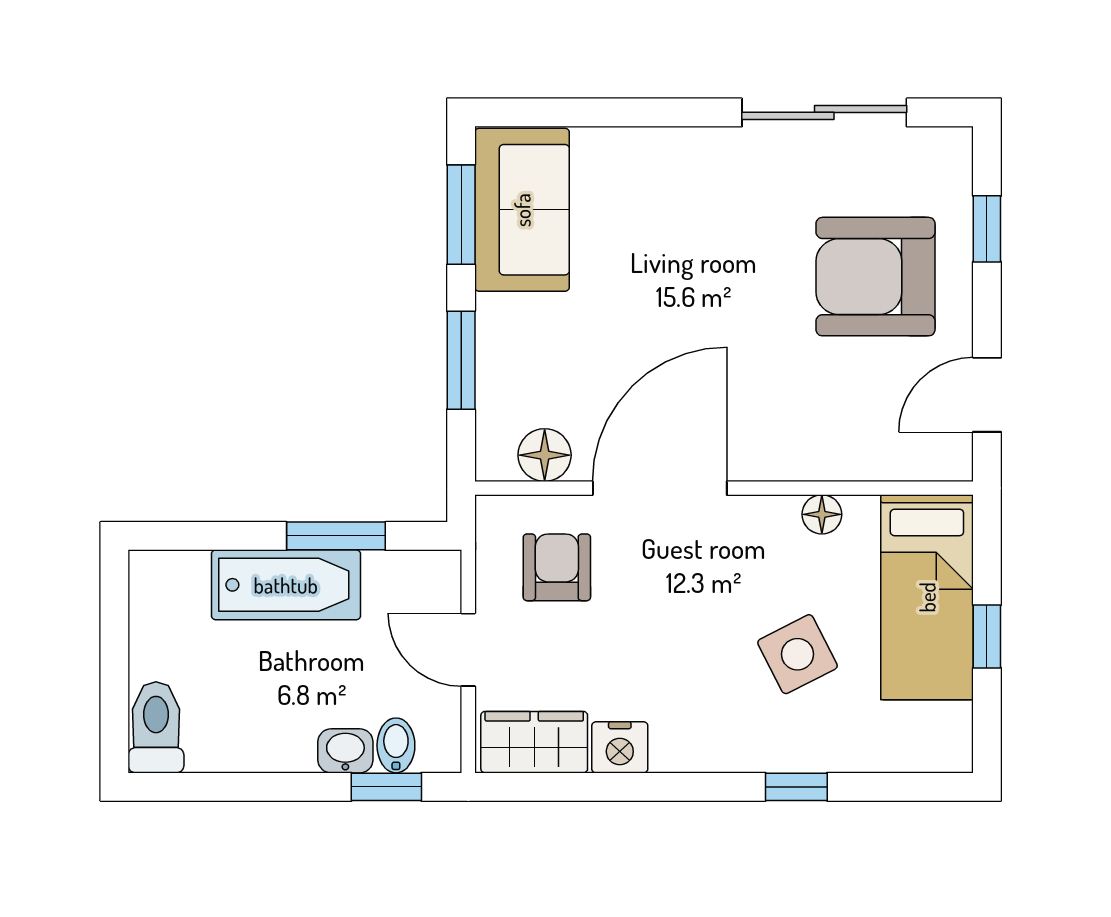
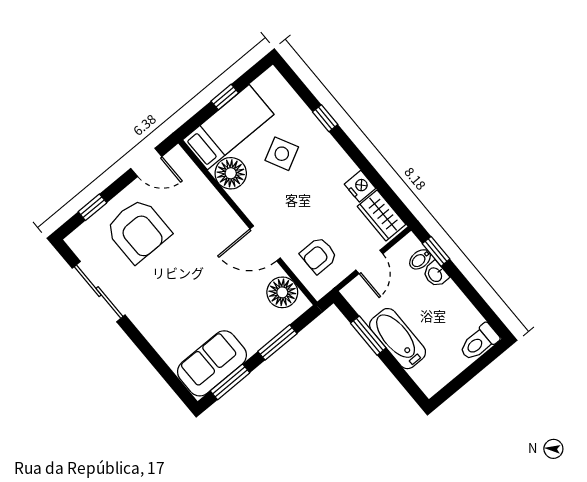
floor lamp: (545, 455) -> (282, 292), width x1.38, depth x1.38
door: (660, 488) -> (265, 243), width x0.73
floor lamp: (822, 514) -> (231, 173), width x1.89, depth x1.89

